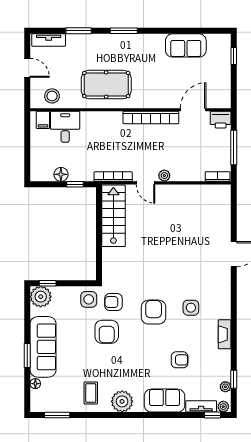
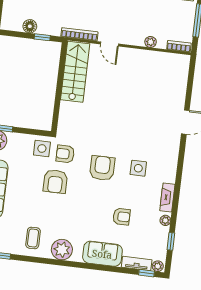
plant: (164, 176) -> (151, 42), moved
plant: (225, 387) -> (165, 220), moved

